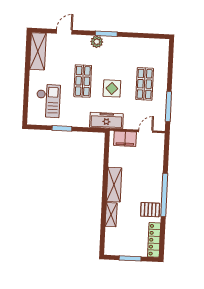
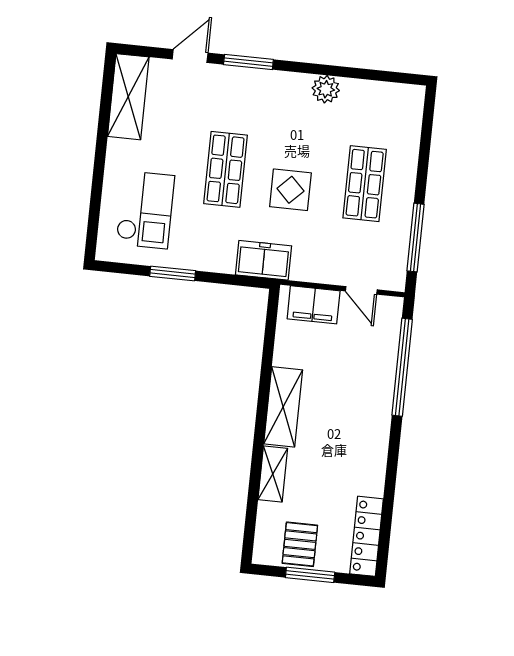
window: (106, 34) -> (248, 62), moved
plant: (97, 42) -> (326, 89), moved
freezer: (106, 121) -> (263, 260), width x0.71
door: (146, 131) -> (361, 290), swing flipped
window: (164, 195) -> (402, 367), moved
pallet: (150, 210) -> (300, 544), moved, turned 90

